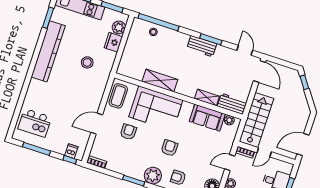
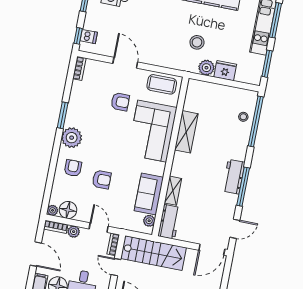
plant: (119, 27) -> (206, 68), moved
window: (211, 39) -> (243, 187), width x1.44
armchair: (169, 148) -> (102, 179), moved

